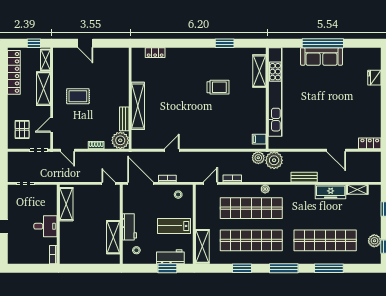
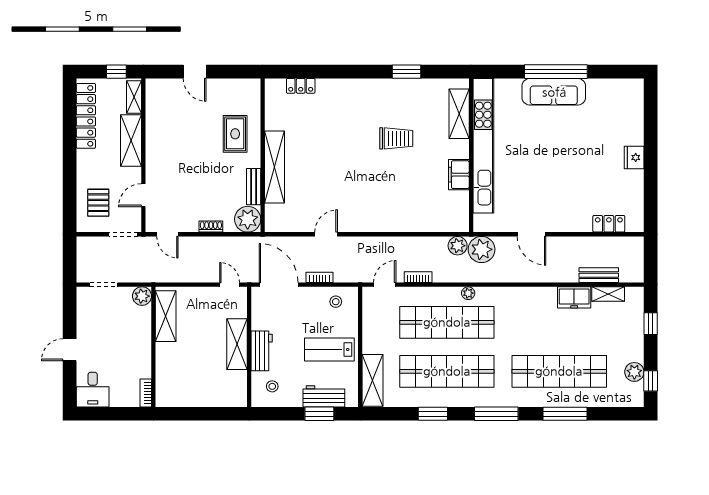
fridge: (374, 78) -> (634, 157), moved
rug: (78, 96) -> (235, 134), moved, turned 90
filing cabinet: (259, 139) -> (459, 175), moved, width x2.00
locker: (370, 143) -> (609, 224), moved
door: (336, 150) -> (531, 234), moved
bench: (304, 177) -> (599, 275), moved
plant: (51, 191) -> (142, 296), added
freezer: (331, 192) -> (574, 297), width x0.71
desk: (45, 226) -> (93, 390), moved, turned 90
shelving: (113, 237) -> (237, 344), moved

